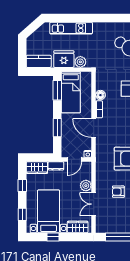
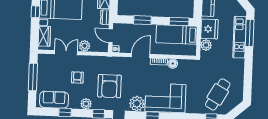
window: (66, 18) -> (250, 33), added

